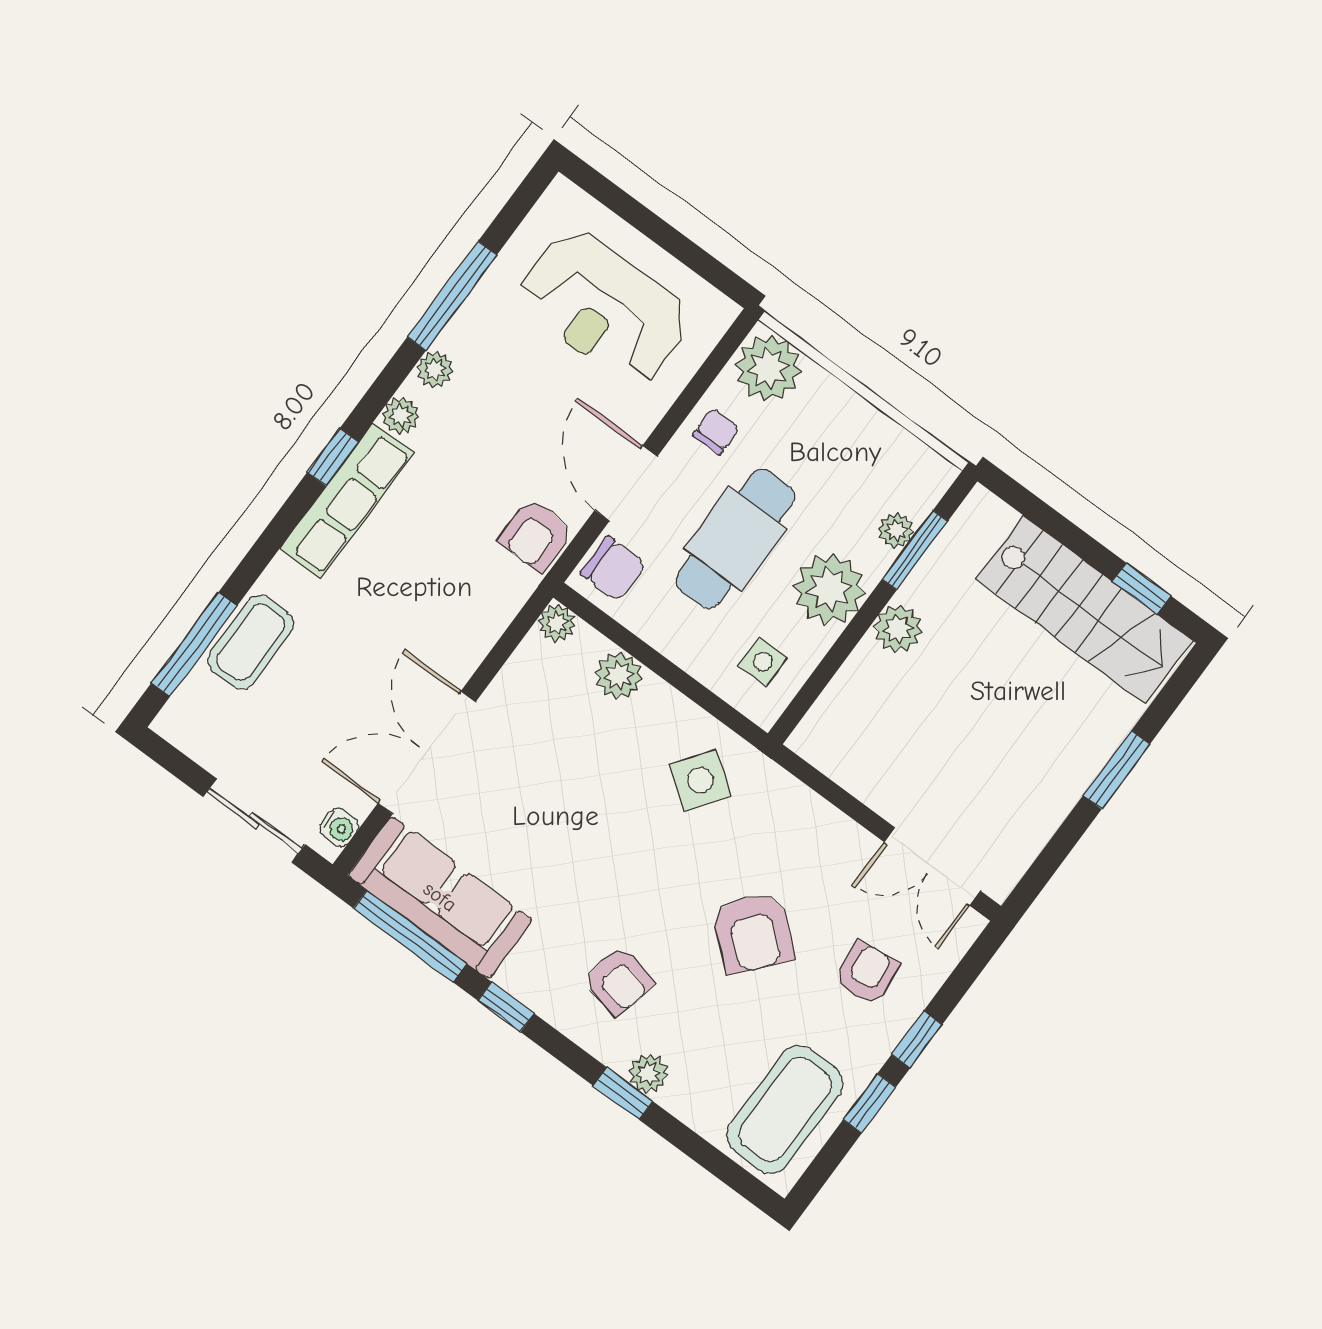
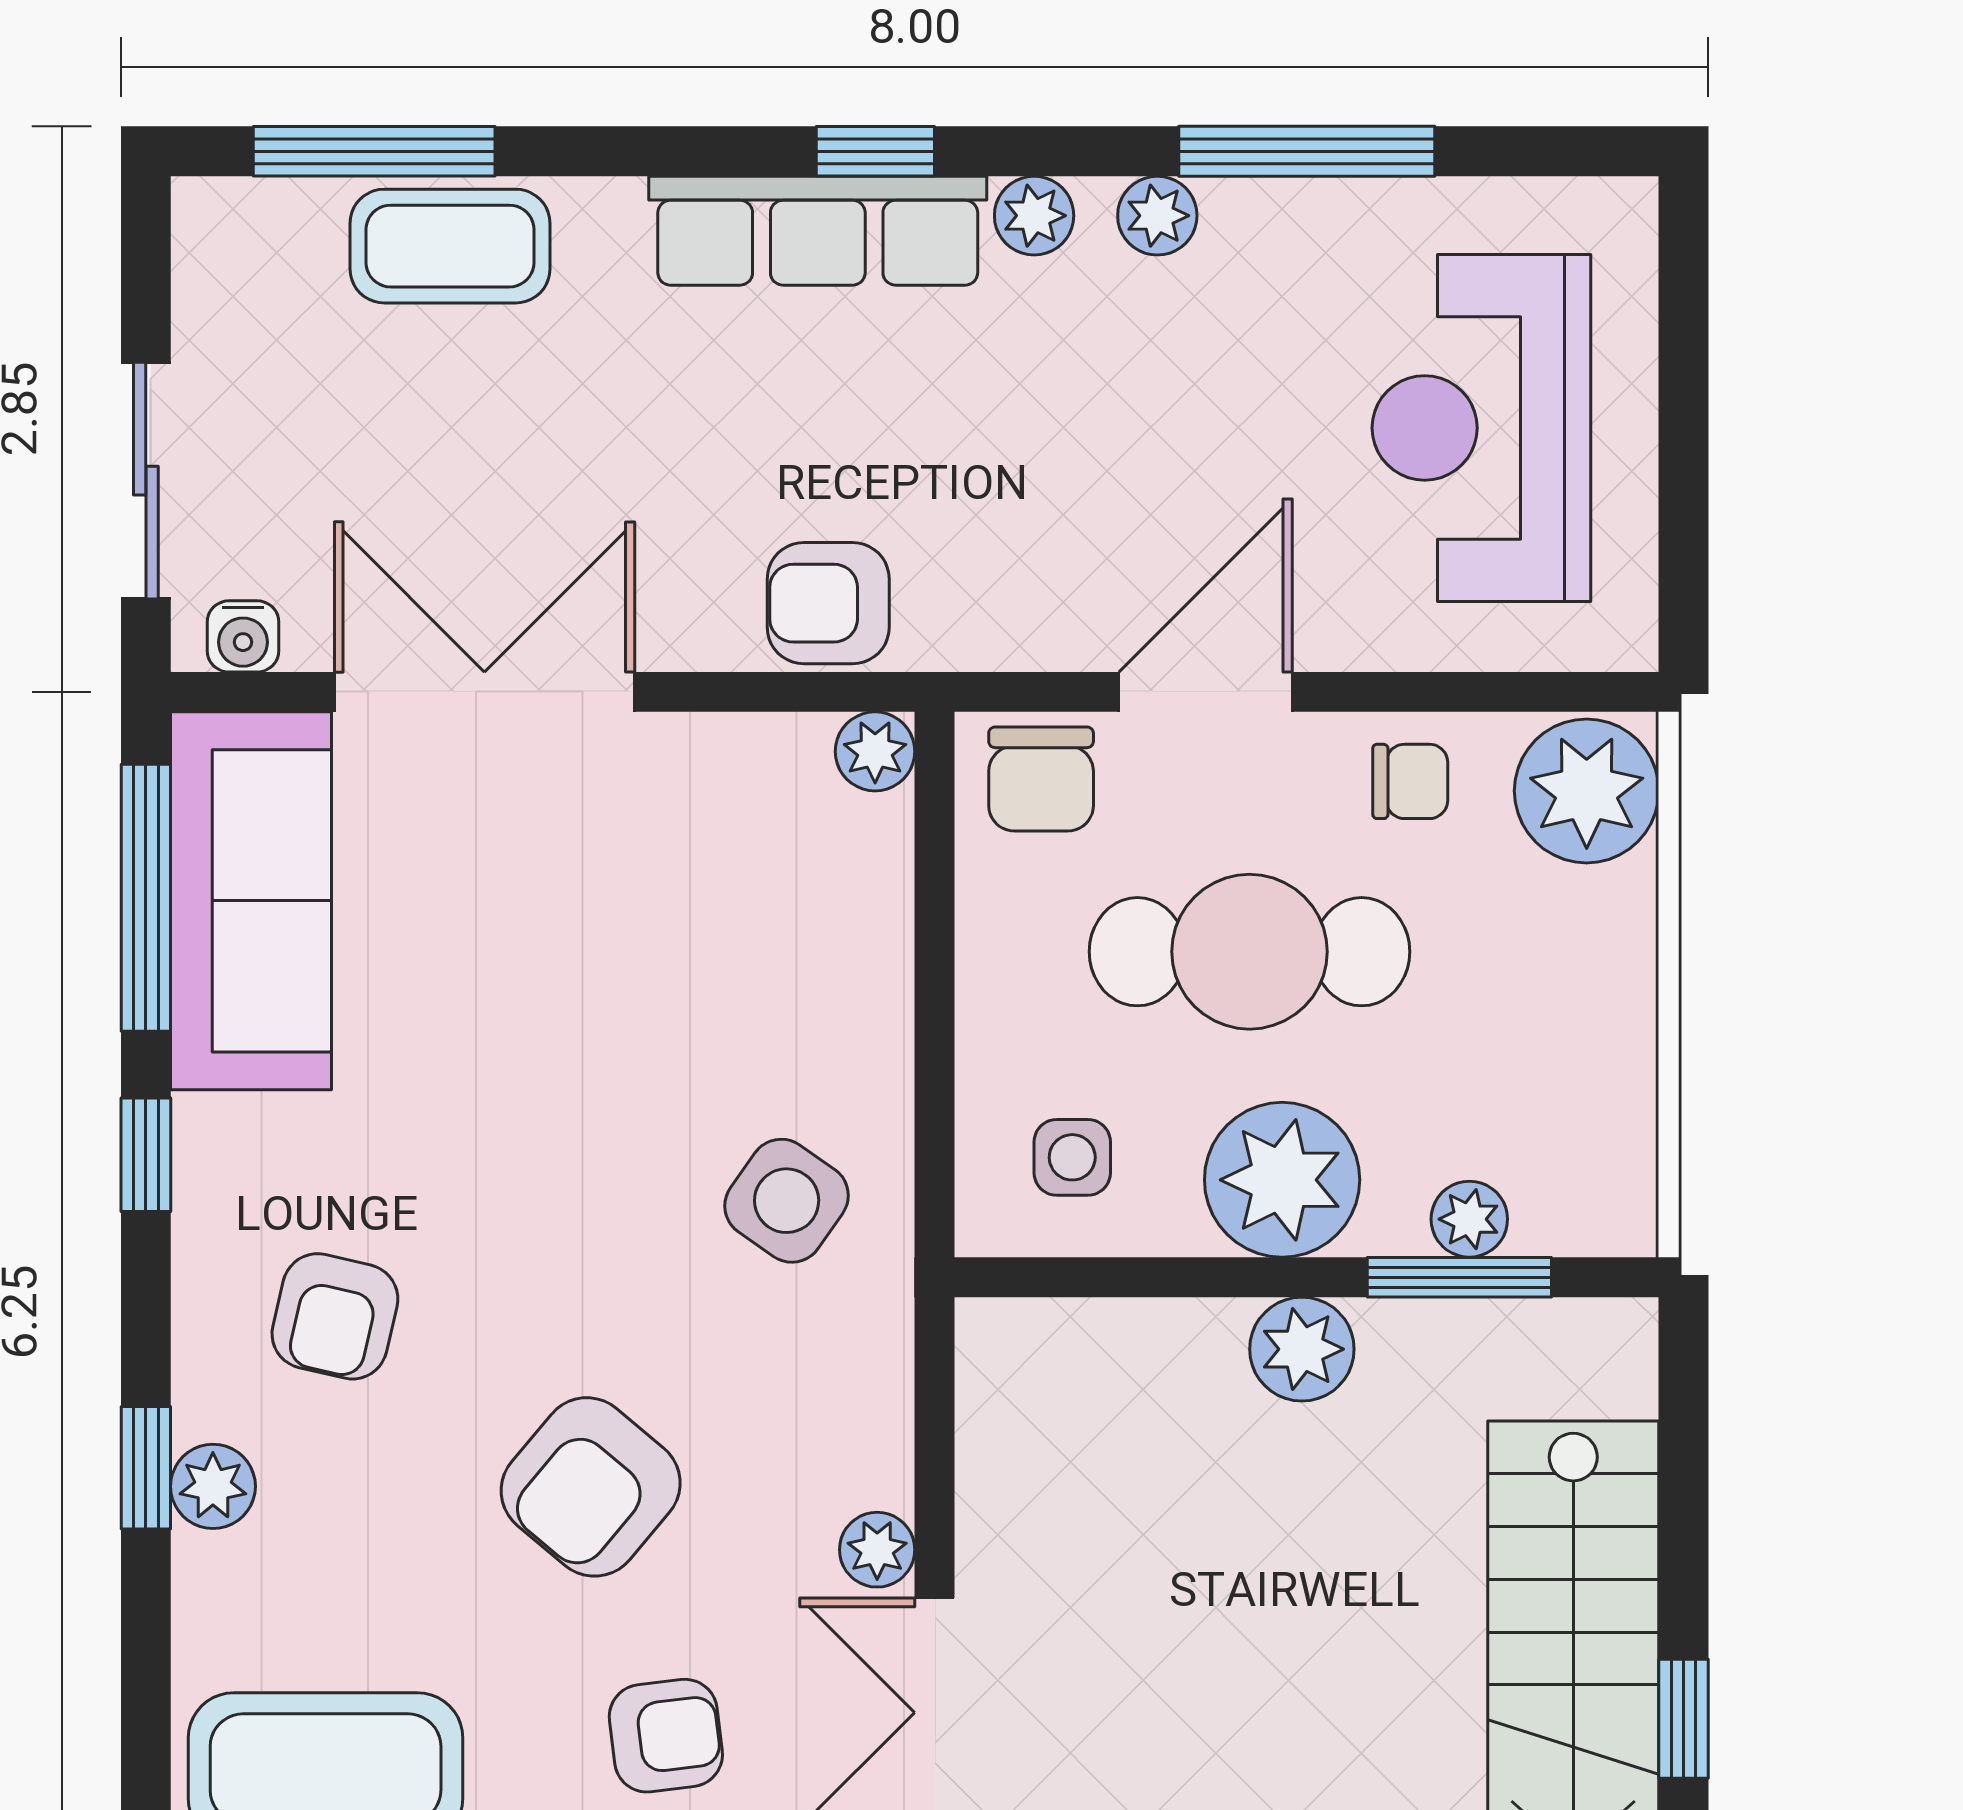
armchair: (536, 535) -> (828, 603), moved
plant: (619, 676) -> (877, 1550), moved, width x0.73, depth x0.73

